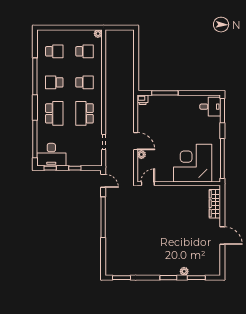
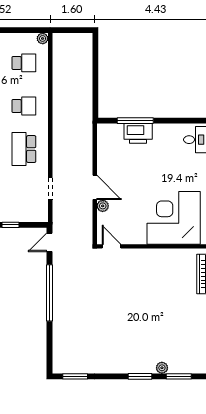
printer: (143, 100) -> (138, 133), moved, width x1.87, depth x1.48
door: (103, 181) -> (50, 242), swing flipped
door: (148, 184) -> (112, 246), hinge flipped

